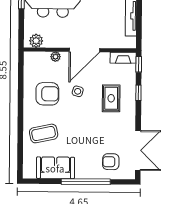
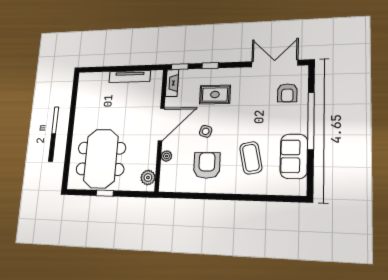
door: (84, 50) -> (161, 124), hinge flipped
coffee table: (44, 133) -> (251, 158), moved

